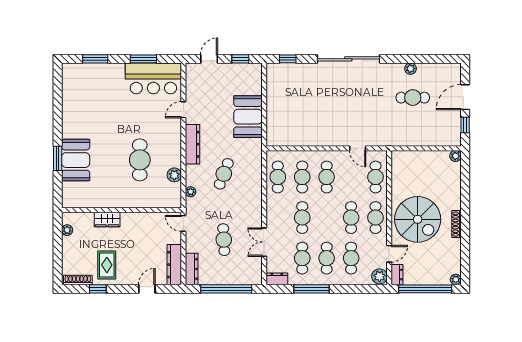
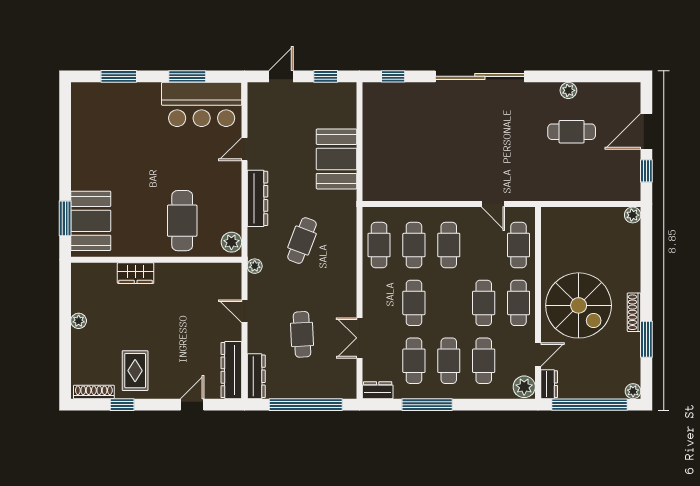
wall: (122, 210) -> (156, 260), moved
wardrobe: (107, 220) -> (136, 273), moved
window: (465, 243) -> (646, 339), added

